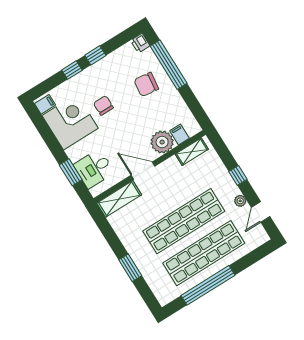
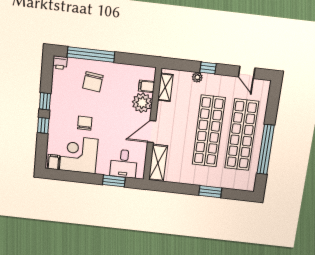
chair: (103, 105) -> (85, 123), turned 90
plant: (240, 201) -> (197, 77), moved

